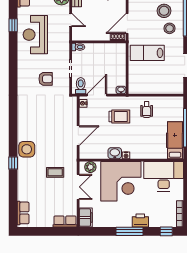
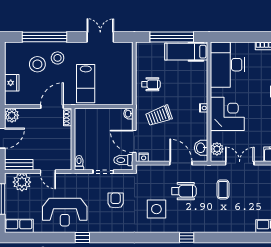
door: (71, 20) -> (48, 172), swing flipped
door: (127, 23) -> (52, 107), swing flipped
window: (13, 25) -> (82, 238), moved
trolley: (119, 117) -> (159, 116), turned -110
wheelchair: (54, 138) -> (184, 191), added
side table: (27, 149) -> (156, 209), moved
washbasin: (115, 153) -> (201, 148), moved
window: (13, 163) -> (187, 238), moved
corner desk: (121, 181) -> (227, 114), width x0.74, depth x0.74

